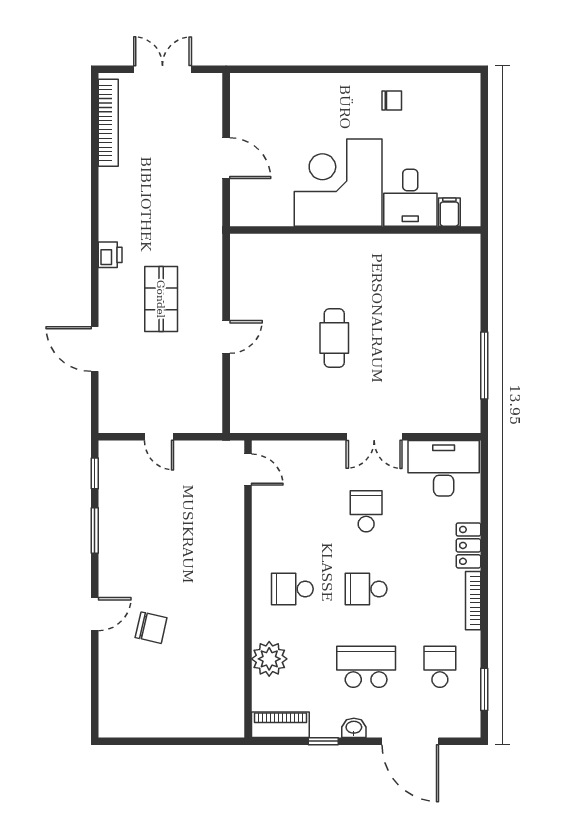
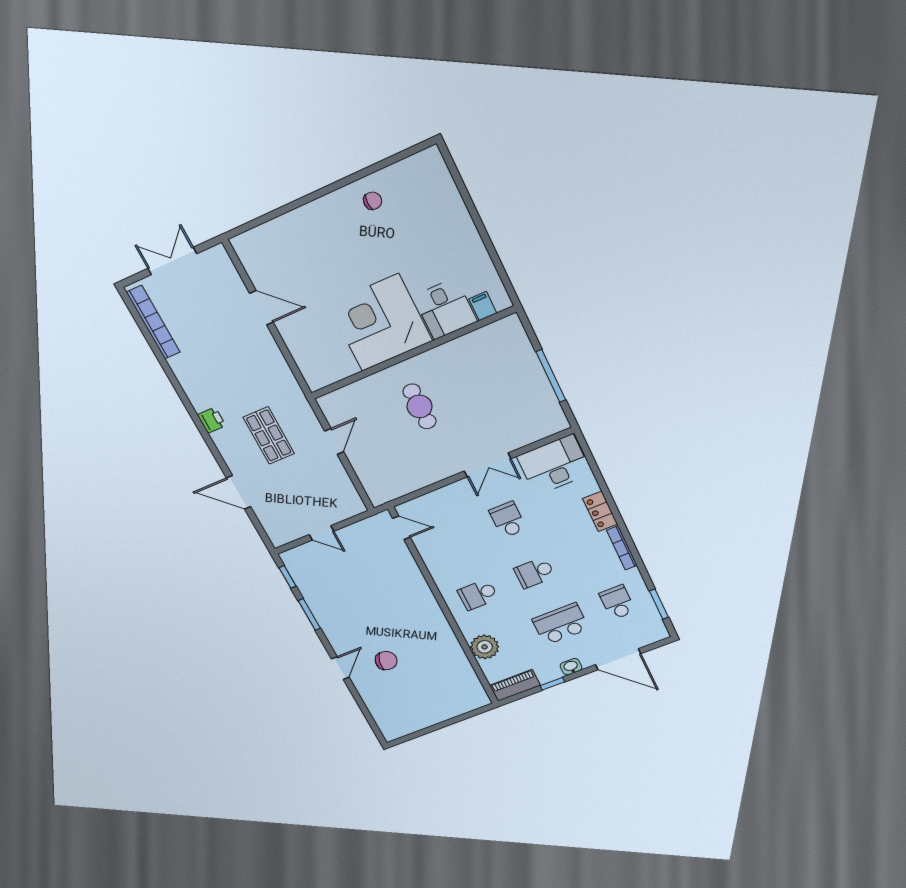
corner desk: (338, 183) -> (380, 323), moved
desk: (410, 198) -> (445, 309), moved
filing cabinet: (449, 212) -> (483, 306), moved
wall: (355, 230) -> (413, 353), moved

